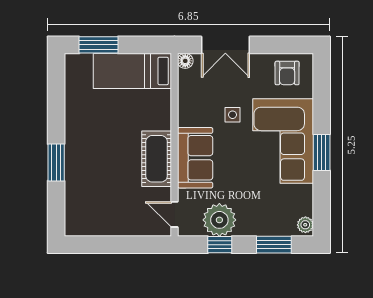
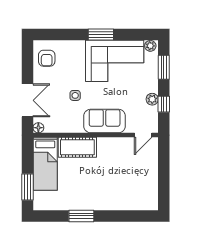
armchair: (287, 73) -> (47, 58), turned 90
corner sofa: (283, 141) -> (115, 61), moved
cot: (157, 159) -> (77, 147), moved
window: (56, 162) -> (81, 216), moved
plant: (219, 220) -> (152, 99), width x0.53, depth x0.53

